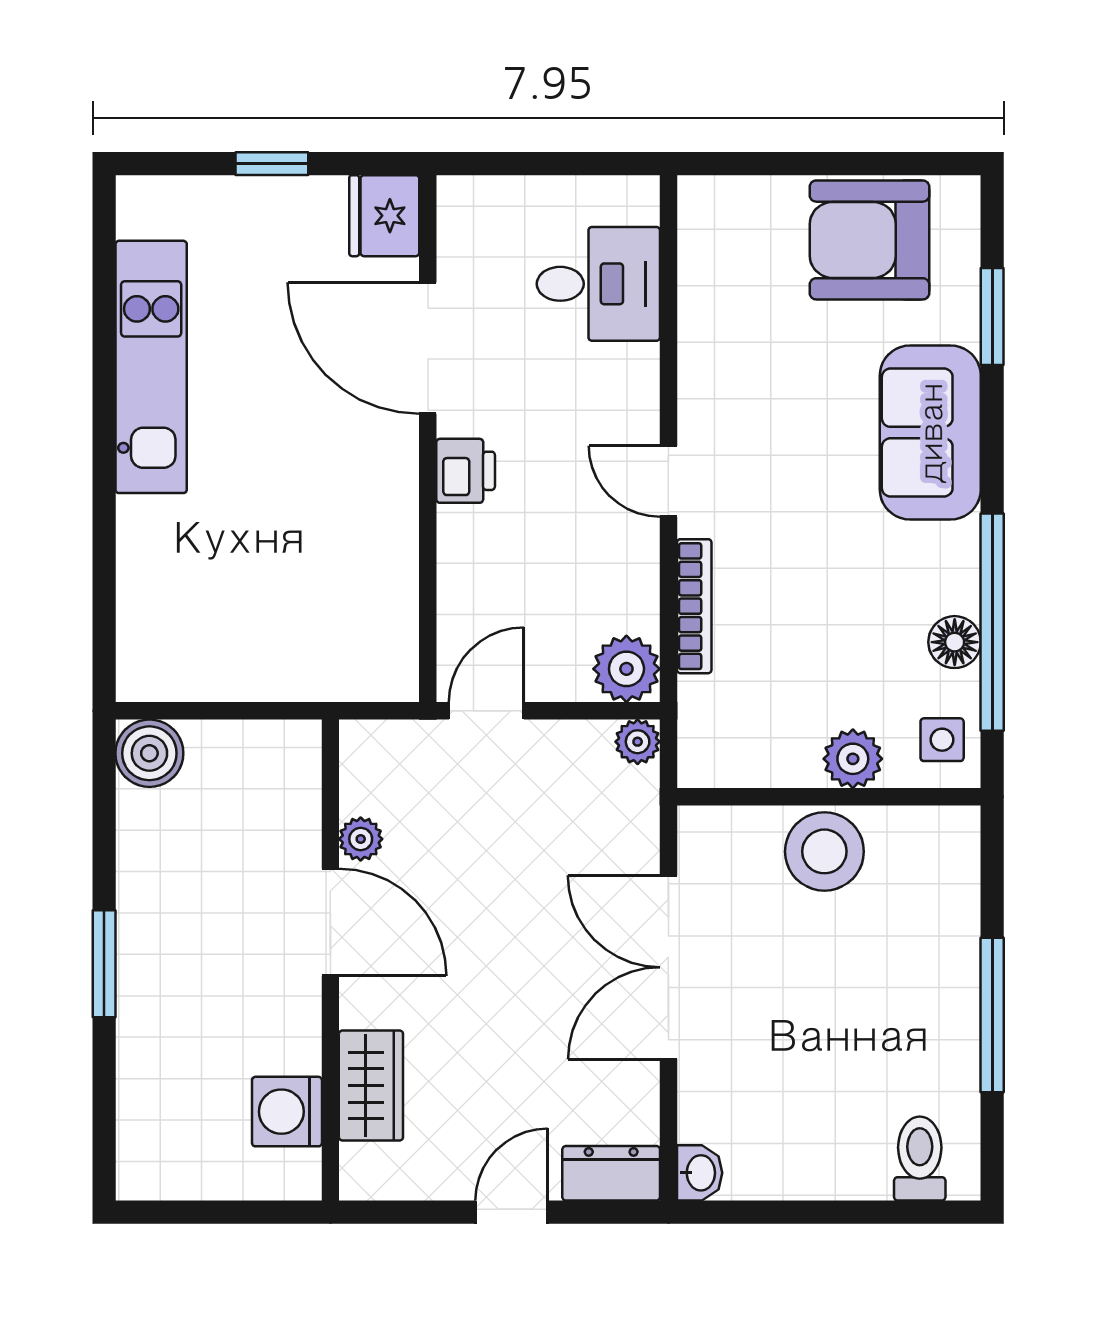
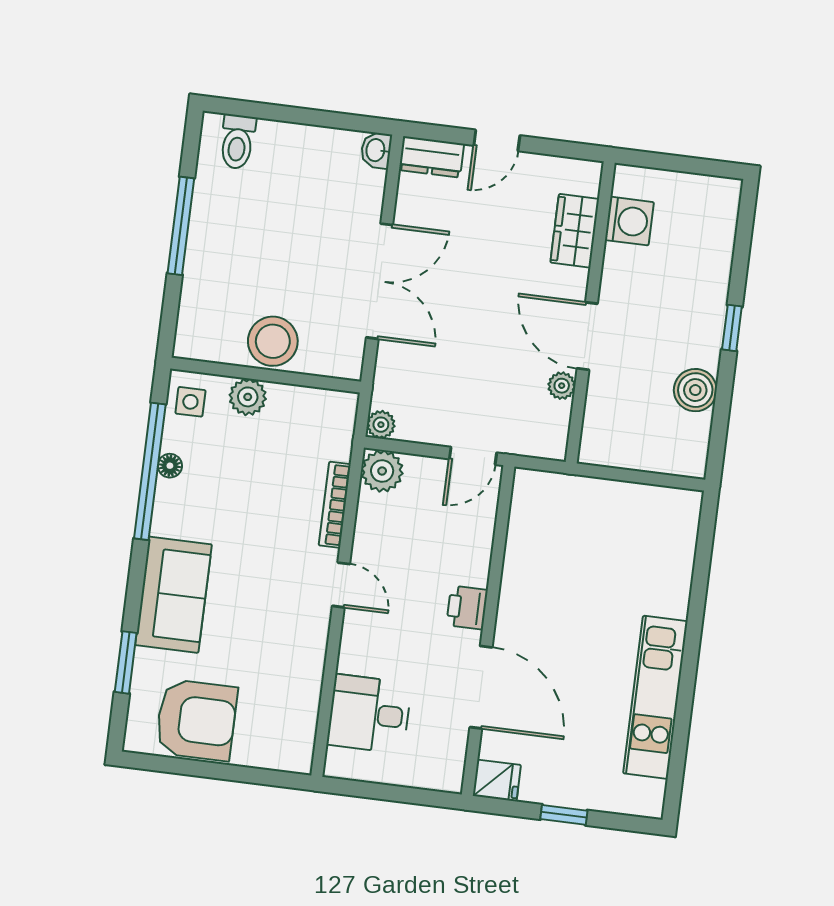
fridge: (384, 216) -> (497, 780), width x0.72
floor lamp: (955, 642) -> (170, 466), width x0.73, depth x0.73
boiler: (149, 753) -> (695, 390), moved
window: (104, 964) -> (732, 328), width x0.67

